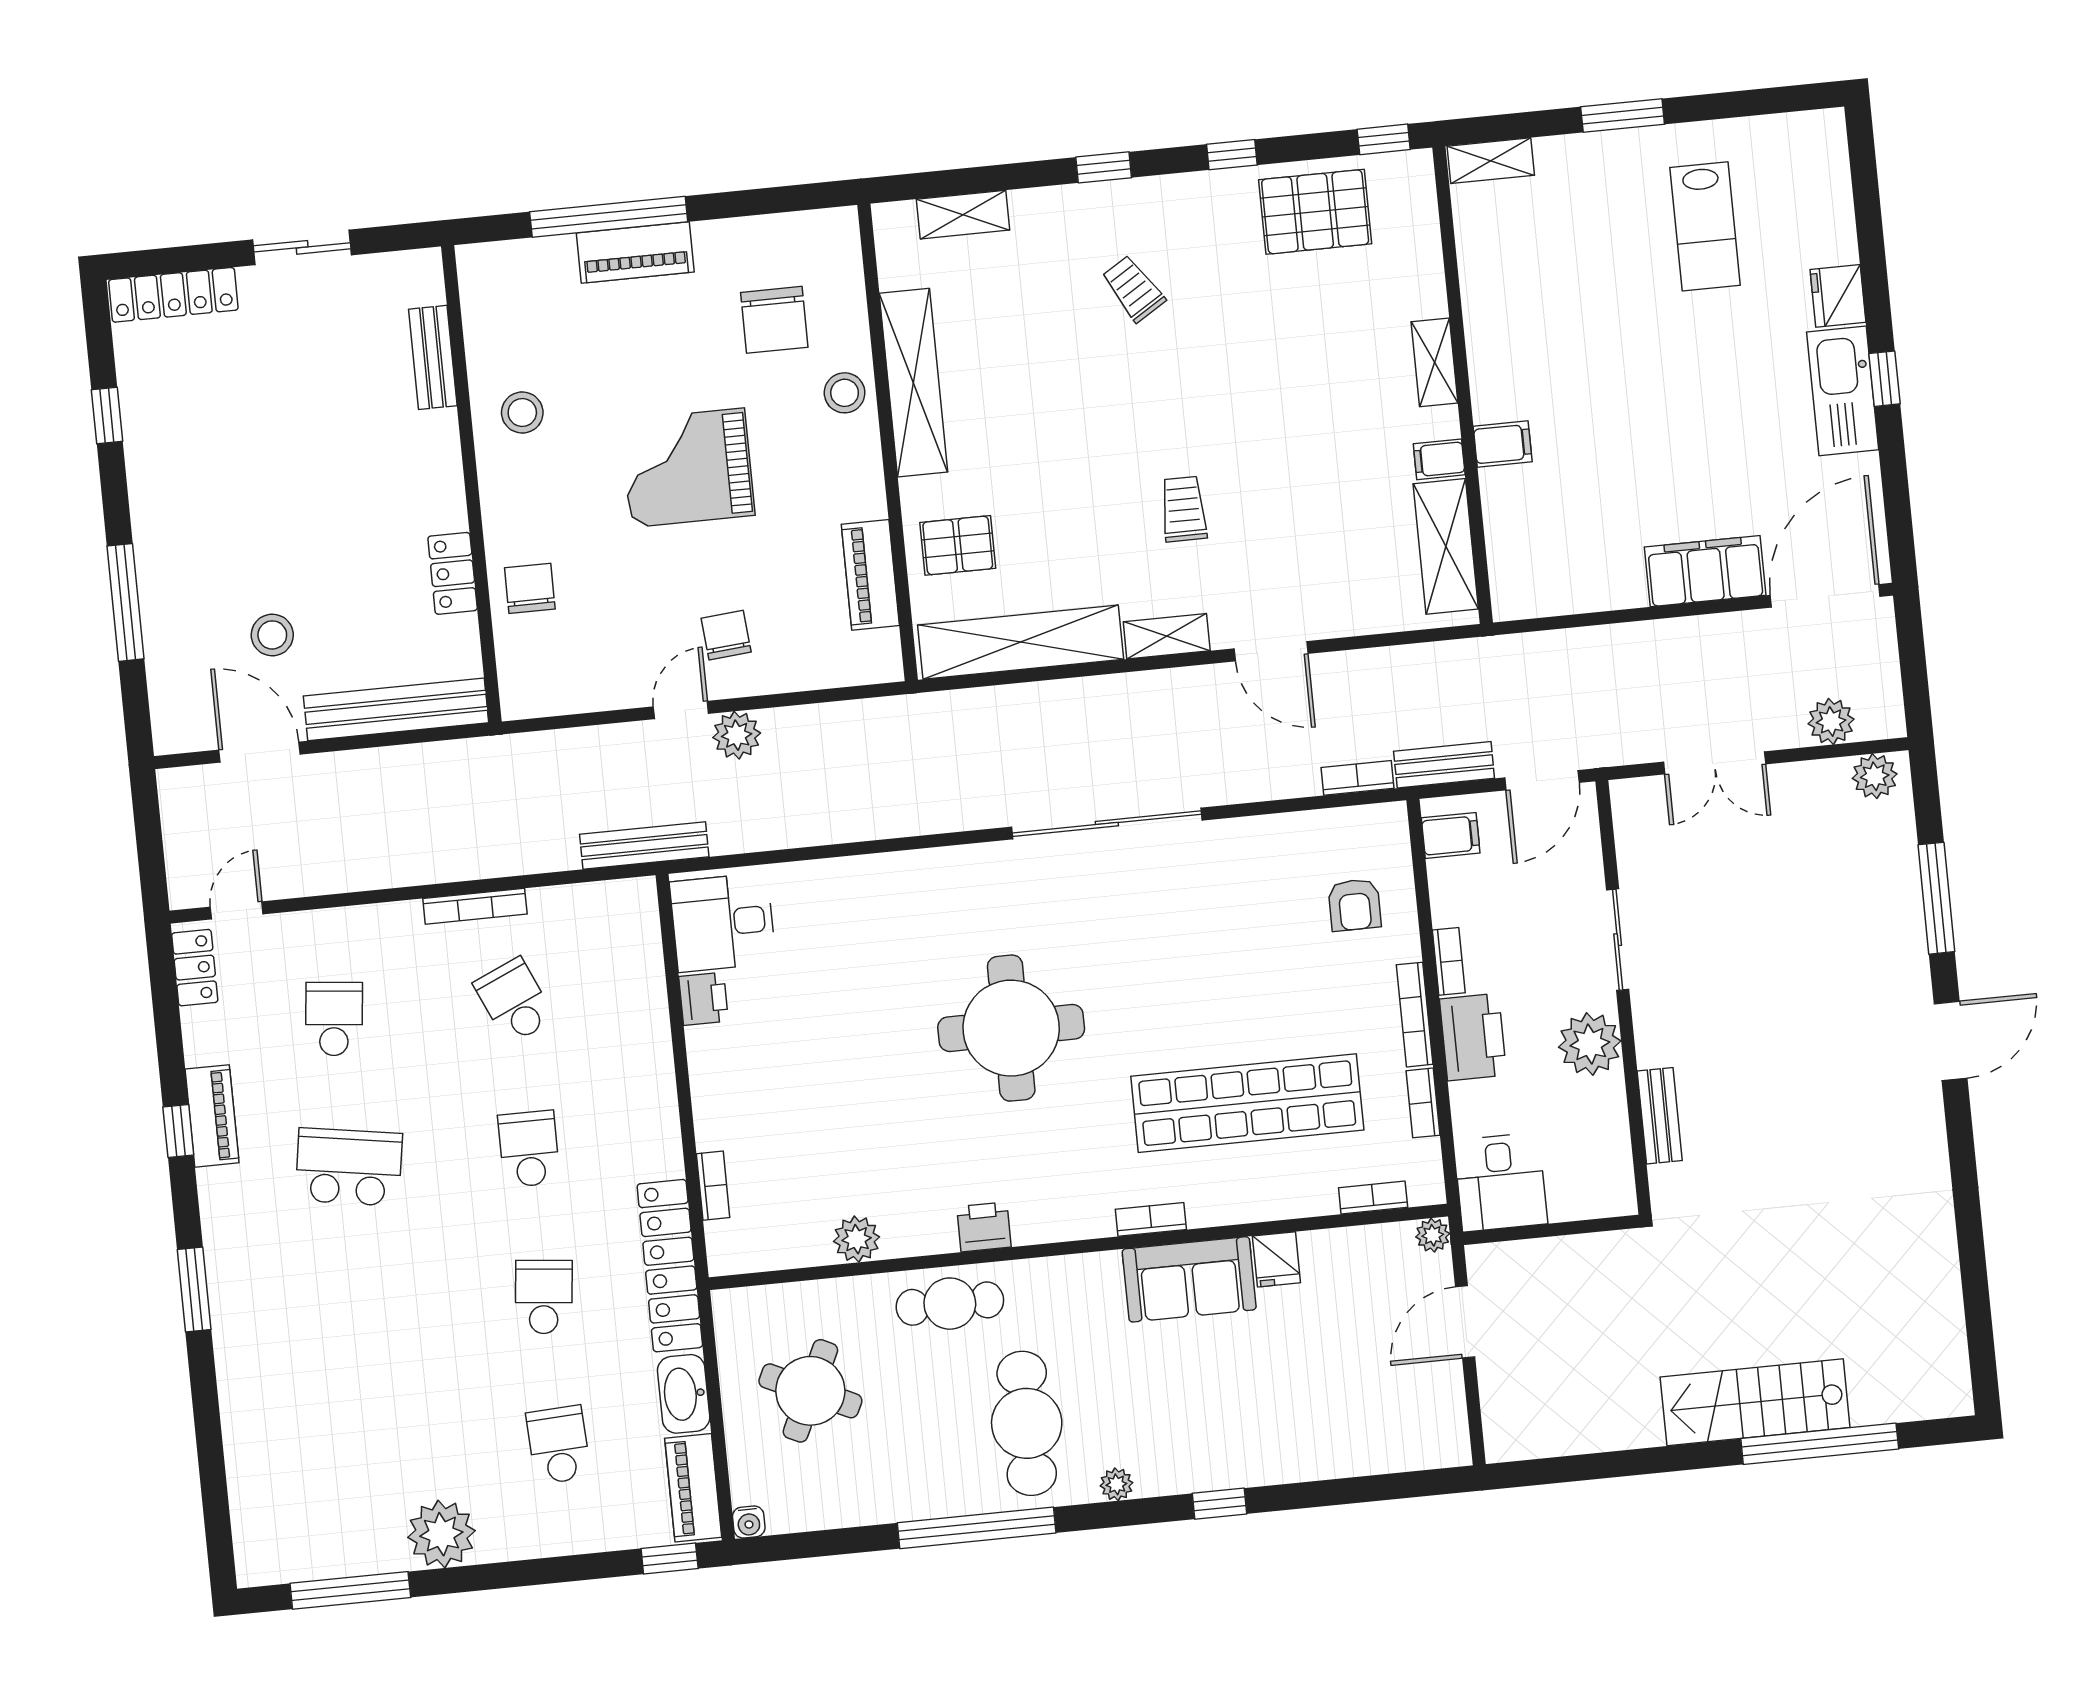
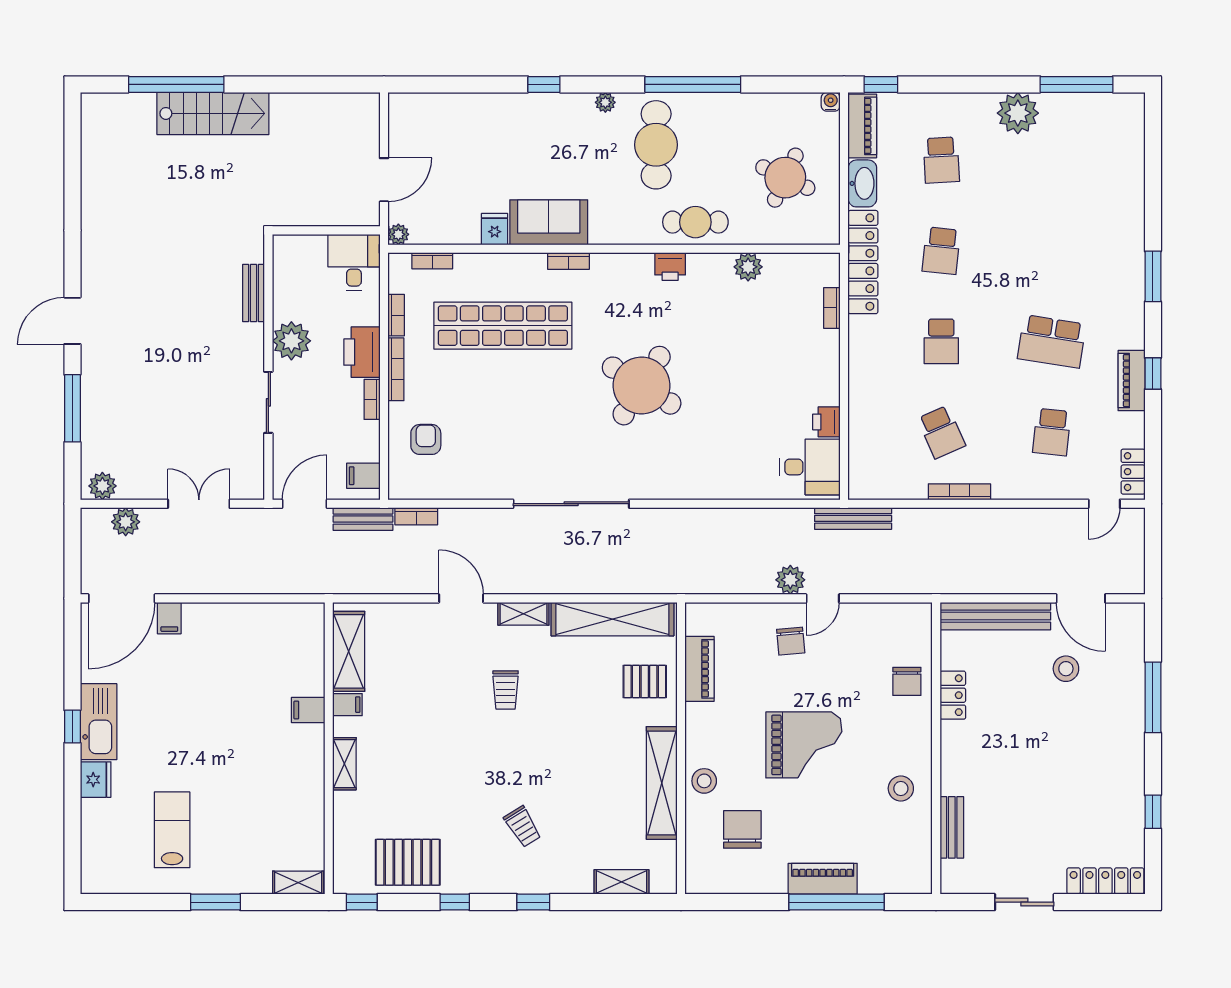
filing cabinet: (1705, 571) -> (169, 618), width x0.33, depth x0.86
round table: (1011, 1028) -> (642, 386), turned 32

